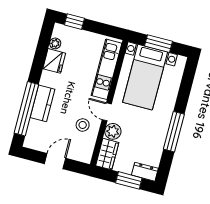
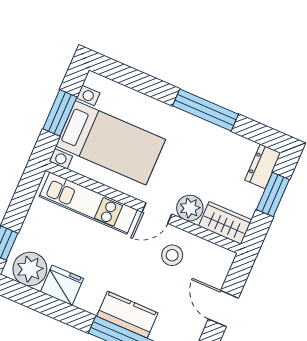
plant: (55, 43) -> (30, 269), width x1.88, depth x1.88

